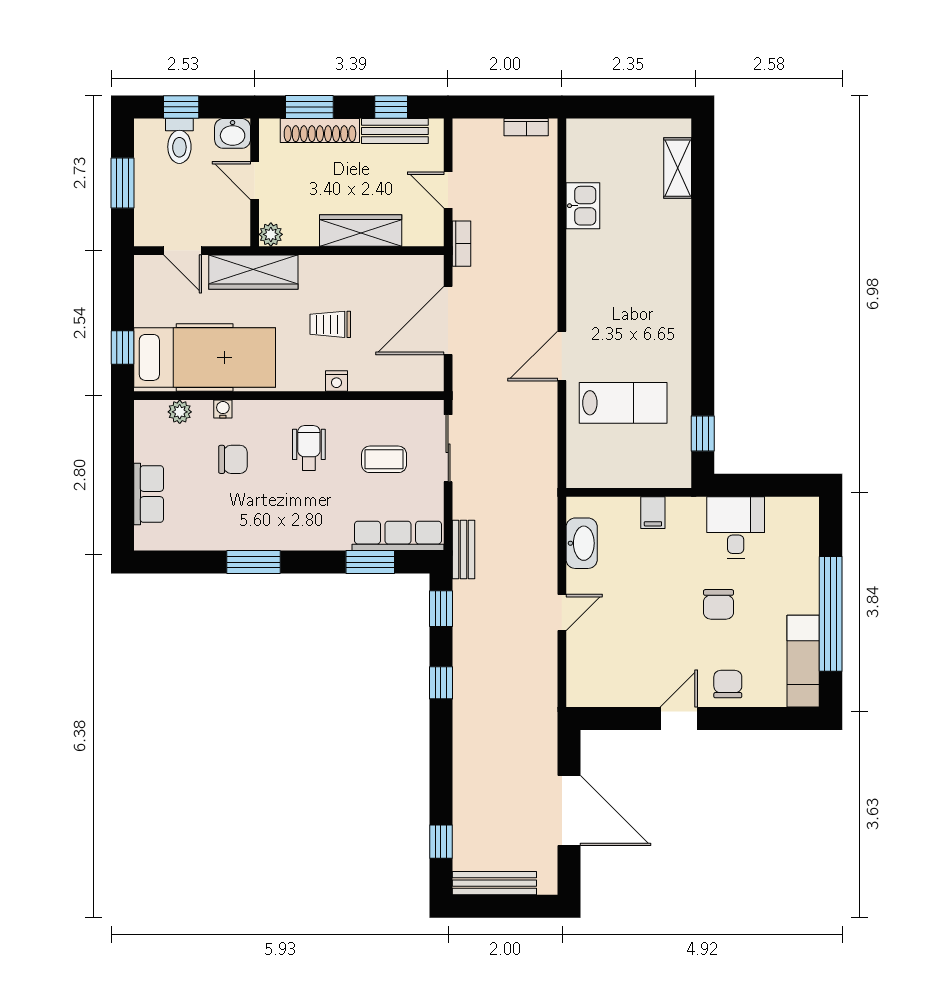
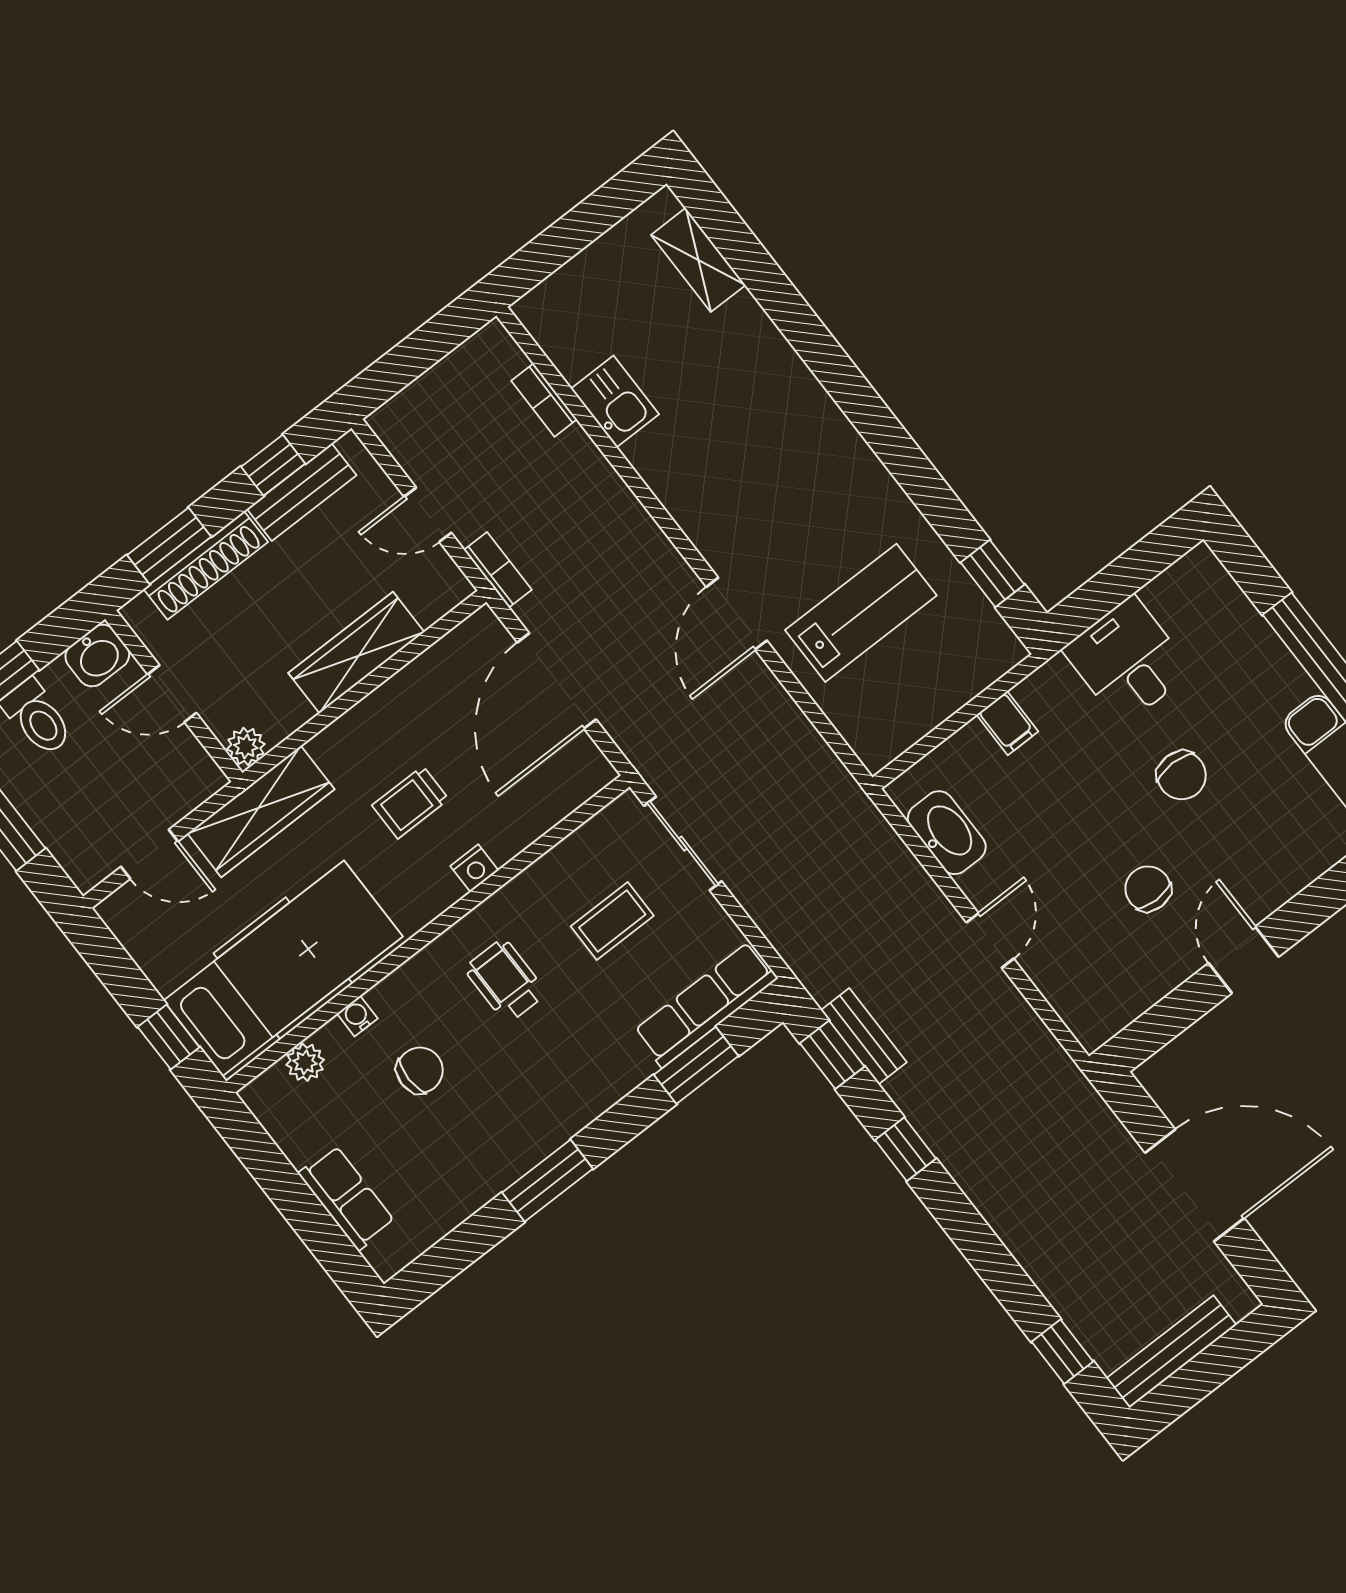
bookcase: (526, 127) -> (544, 400), moved, turned 90
bench: (464, 550) -> (864, 1036), moved
chair: (728, 684) -> (1148, 889), moved

